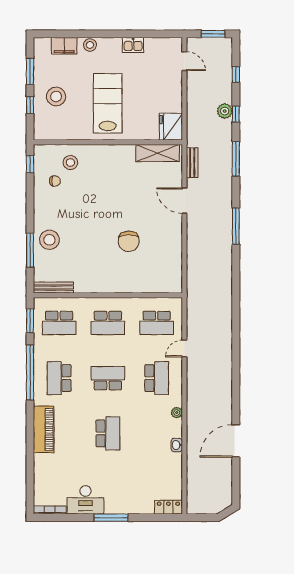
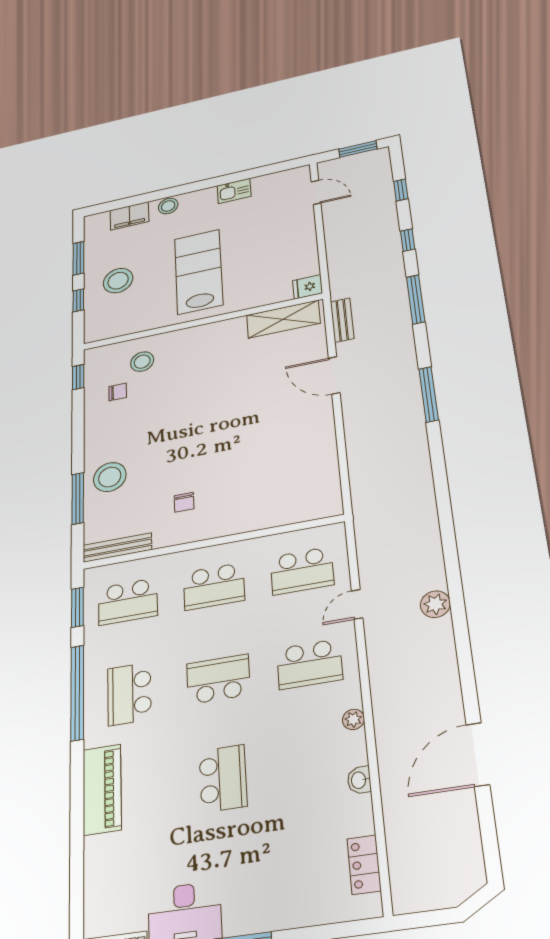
plant: (225, 111) -> (435, 604), moved
fridge: (171, 127) -> (308, 287), width x0.53, depth x0.75
chair: (129, 241) -> (184, 502), moved, width x0.54, depth x0.54
school desk: (157, 378) -> (309, 664), turned 90
locker: (168, 507) -> (364, 865), moved, turned -90

